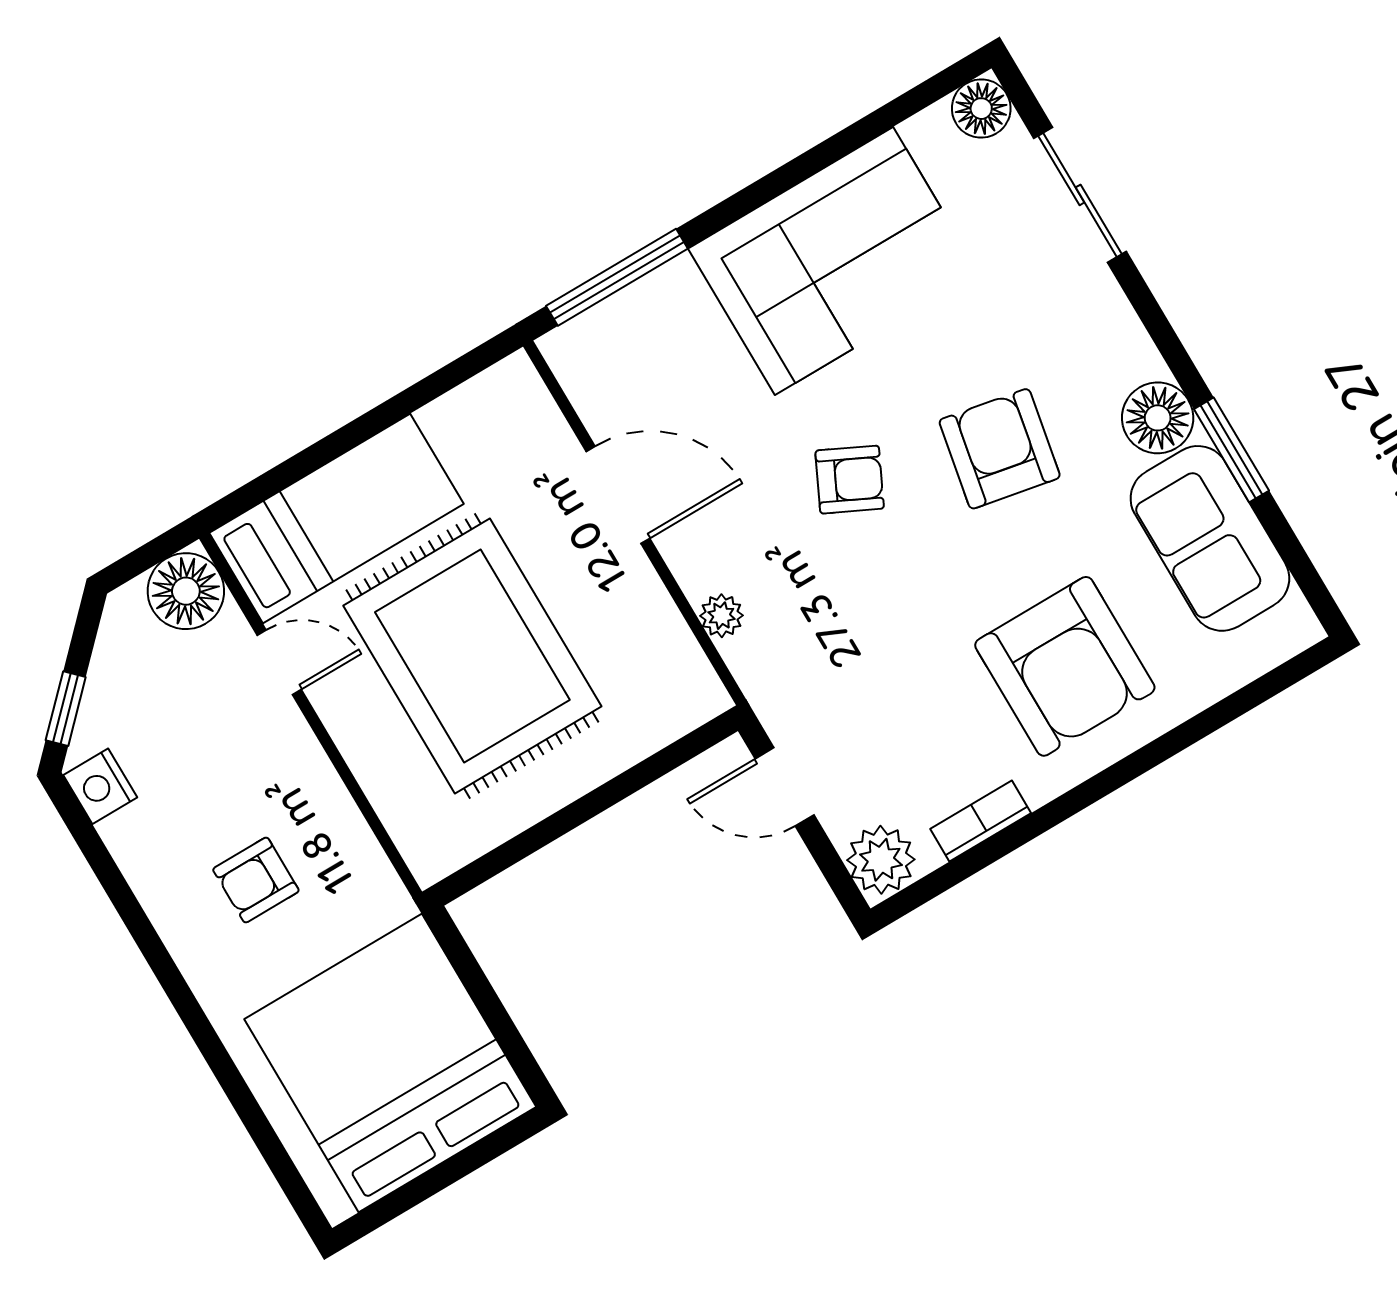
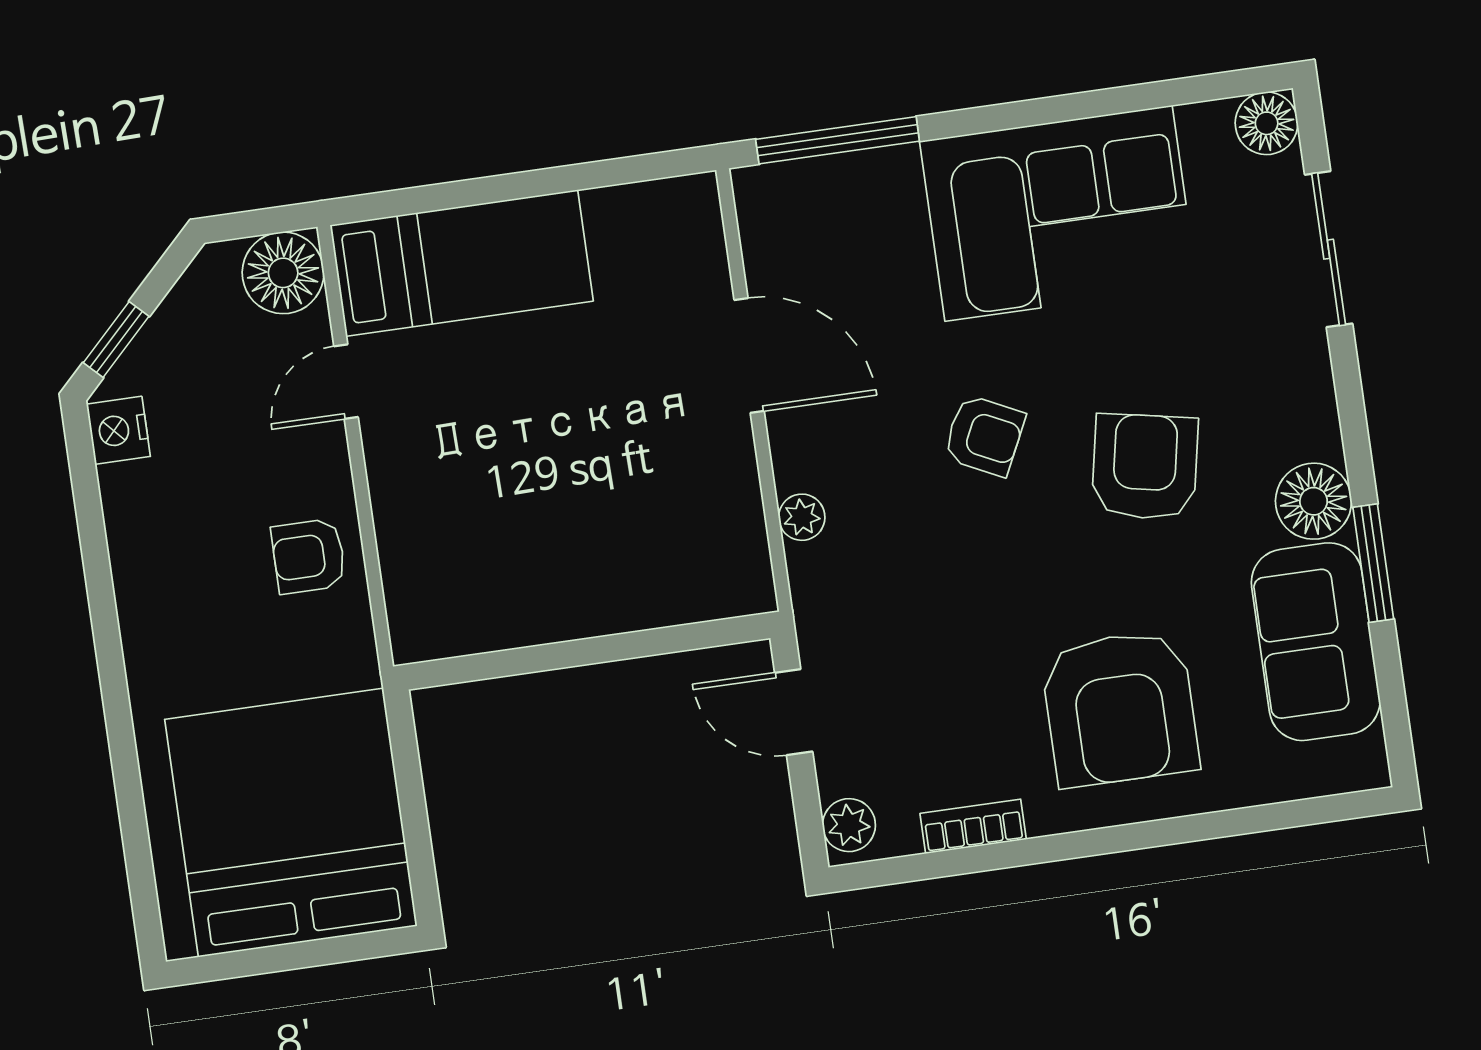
rug: (472, 656) -> (539, 455), removed
door: (279, 662) -> (346, 382), swing flipped
plant: (881, 860) -> (849, 825), width x0.73, depth x0.73
armchair: (256, 880) -> (309, 556), moved

